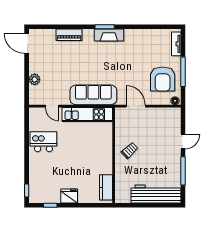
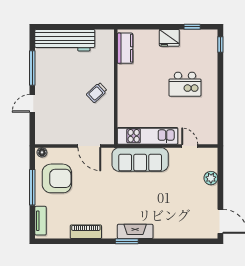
piano: (69, 35) -> (86, 232), moved
fireplace: (109, 35) -> (135, 231), moved
armchair: (163, 79) -> (57, 178), turned 90
kitchen island: (43, 142) -> (185, 84), moved

